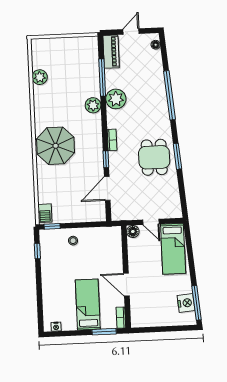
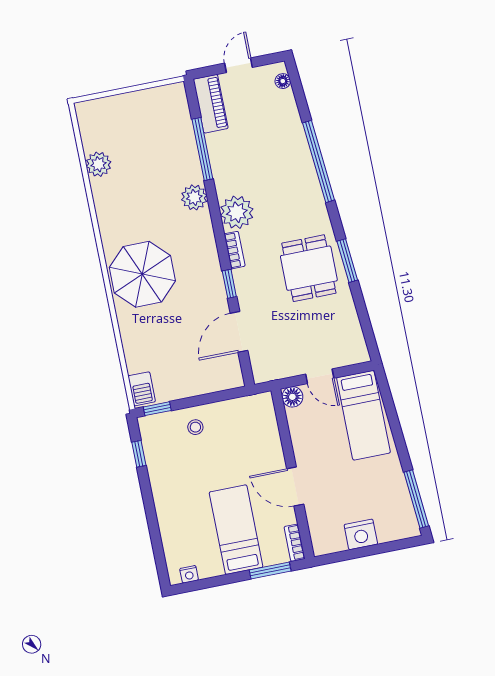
plant: (116, 99) -> (237, 212), moved
nightstand: (186, 303) -> (361, 534), moved, turned 95

